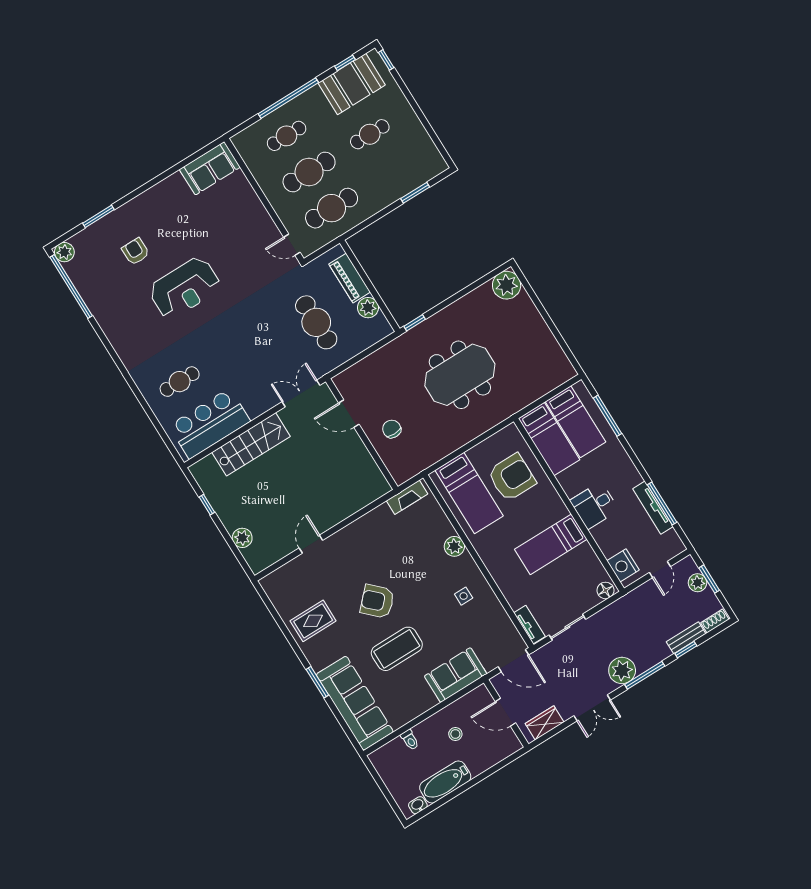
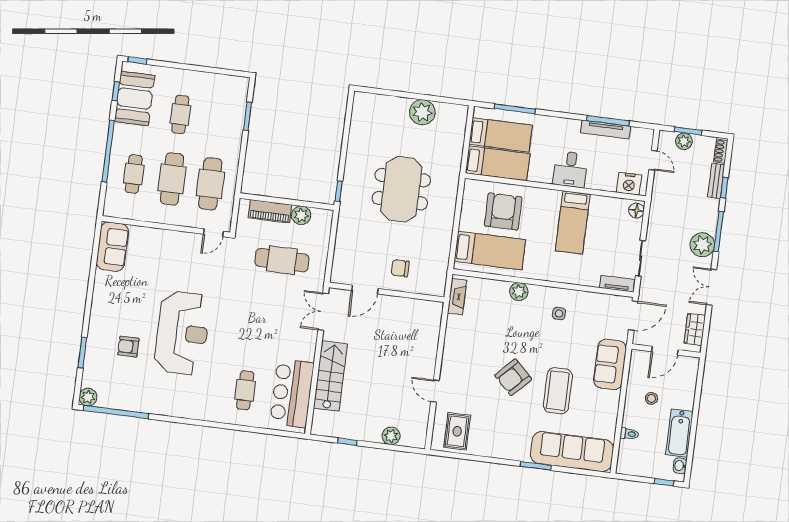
plant: (507, 285) -> (422, 112), moved
reception desk: (185, 288) -> (182, 333), width x1.36, depth x1.30
rug: (313, 621) -> (457, 431), moved
double door: (592, 708) -> (712, 287), swing flipped
window: (393, 803) -> (664, 482), added

